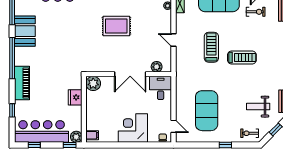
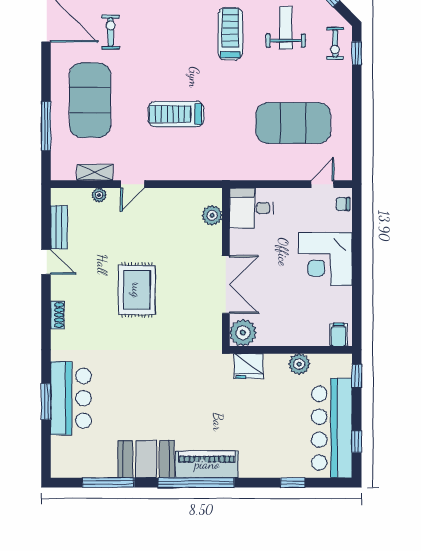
door: (174, 40) -> (133, 184), moved
treadmill: (242, 57) -> (230, 34), moved
double door: (130, 74) -> (226, 285), moved
piano: (22, 83) -> (207, 464), moved
fridge: (75, 97) -> (249, 366), moved
weight bench: (258, 107) -> (286, 28), turned 180
plant: (76, 137) -> (299, 364), moved
window: (225, 145) -> (357, 53), moved

